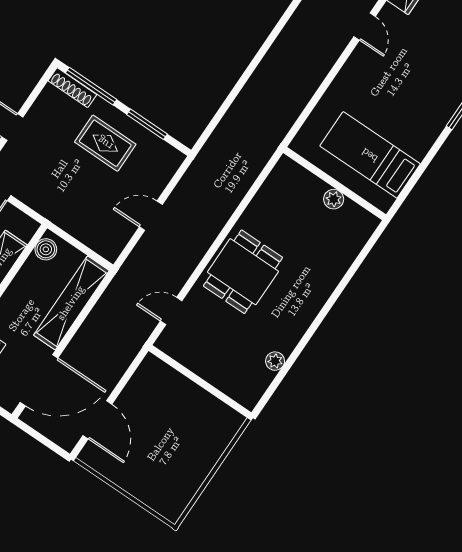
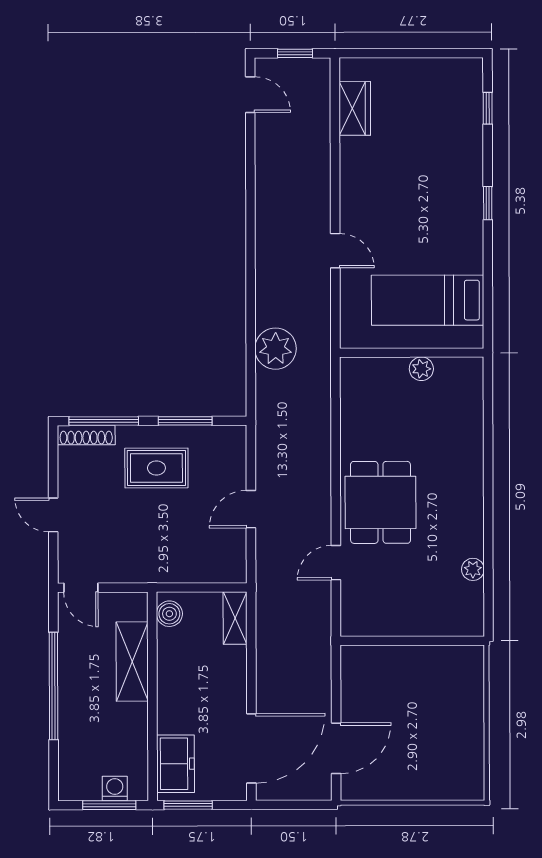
door: (365, 26) -> (335, 251), moved
plant: (243, 117) -> (276, 349), added
shelving: (71, 303) -> (235, 618), width x0.45, depth x0.75
door: (171, 311) -> (336, 563), moved
door: (97, 420) -> (336, 748), hinge flipped

